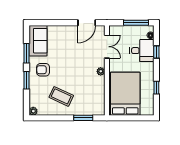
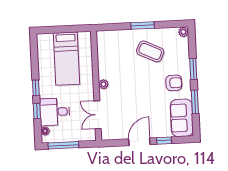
window: (53, 23) -> (164, 141), added
door: (87, 23) -> (139, 142), moved
window: (156, 88) -> (36, 88), moved
bed: (125, 94) -> (67, 59), width x0.67
window: (83, 118) -> (143, 26), moved

